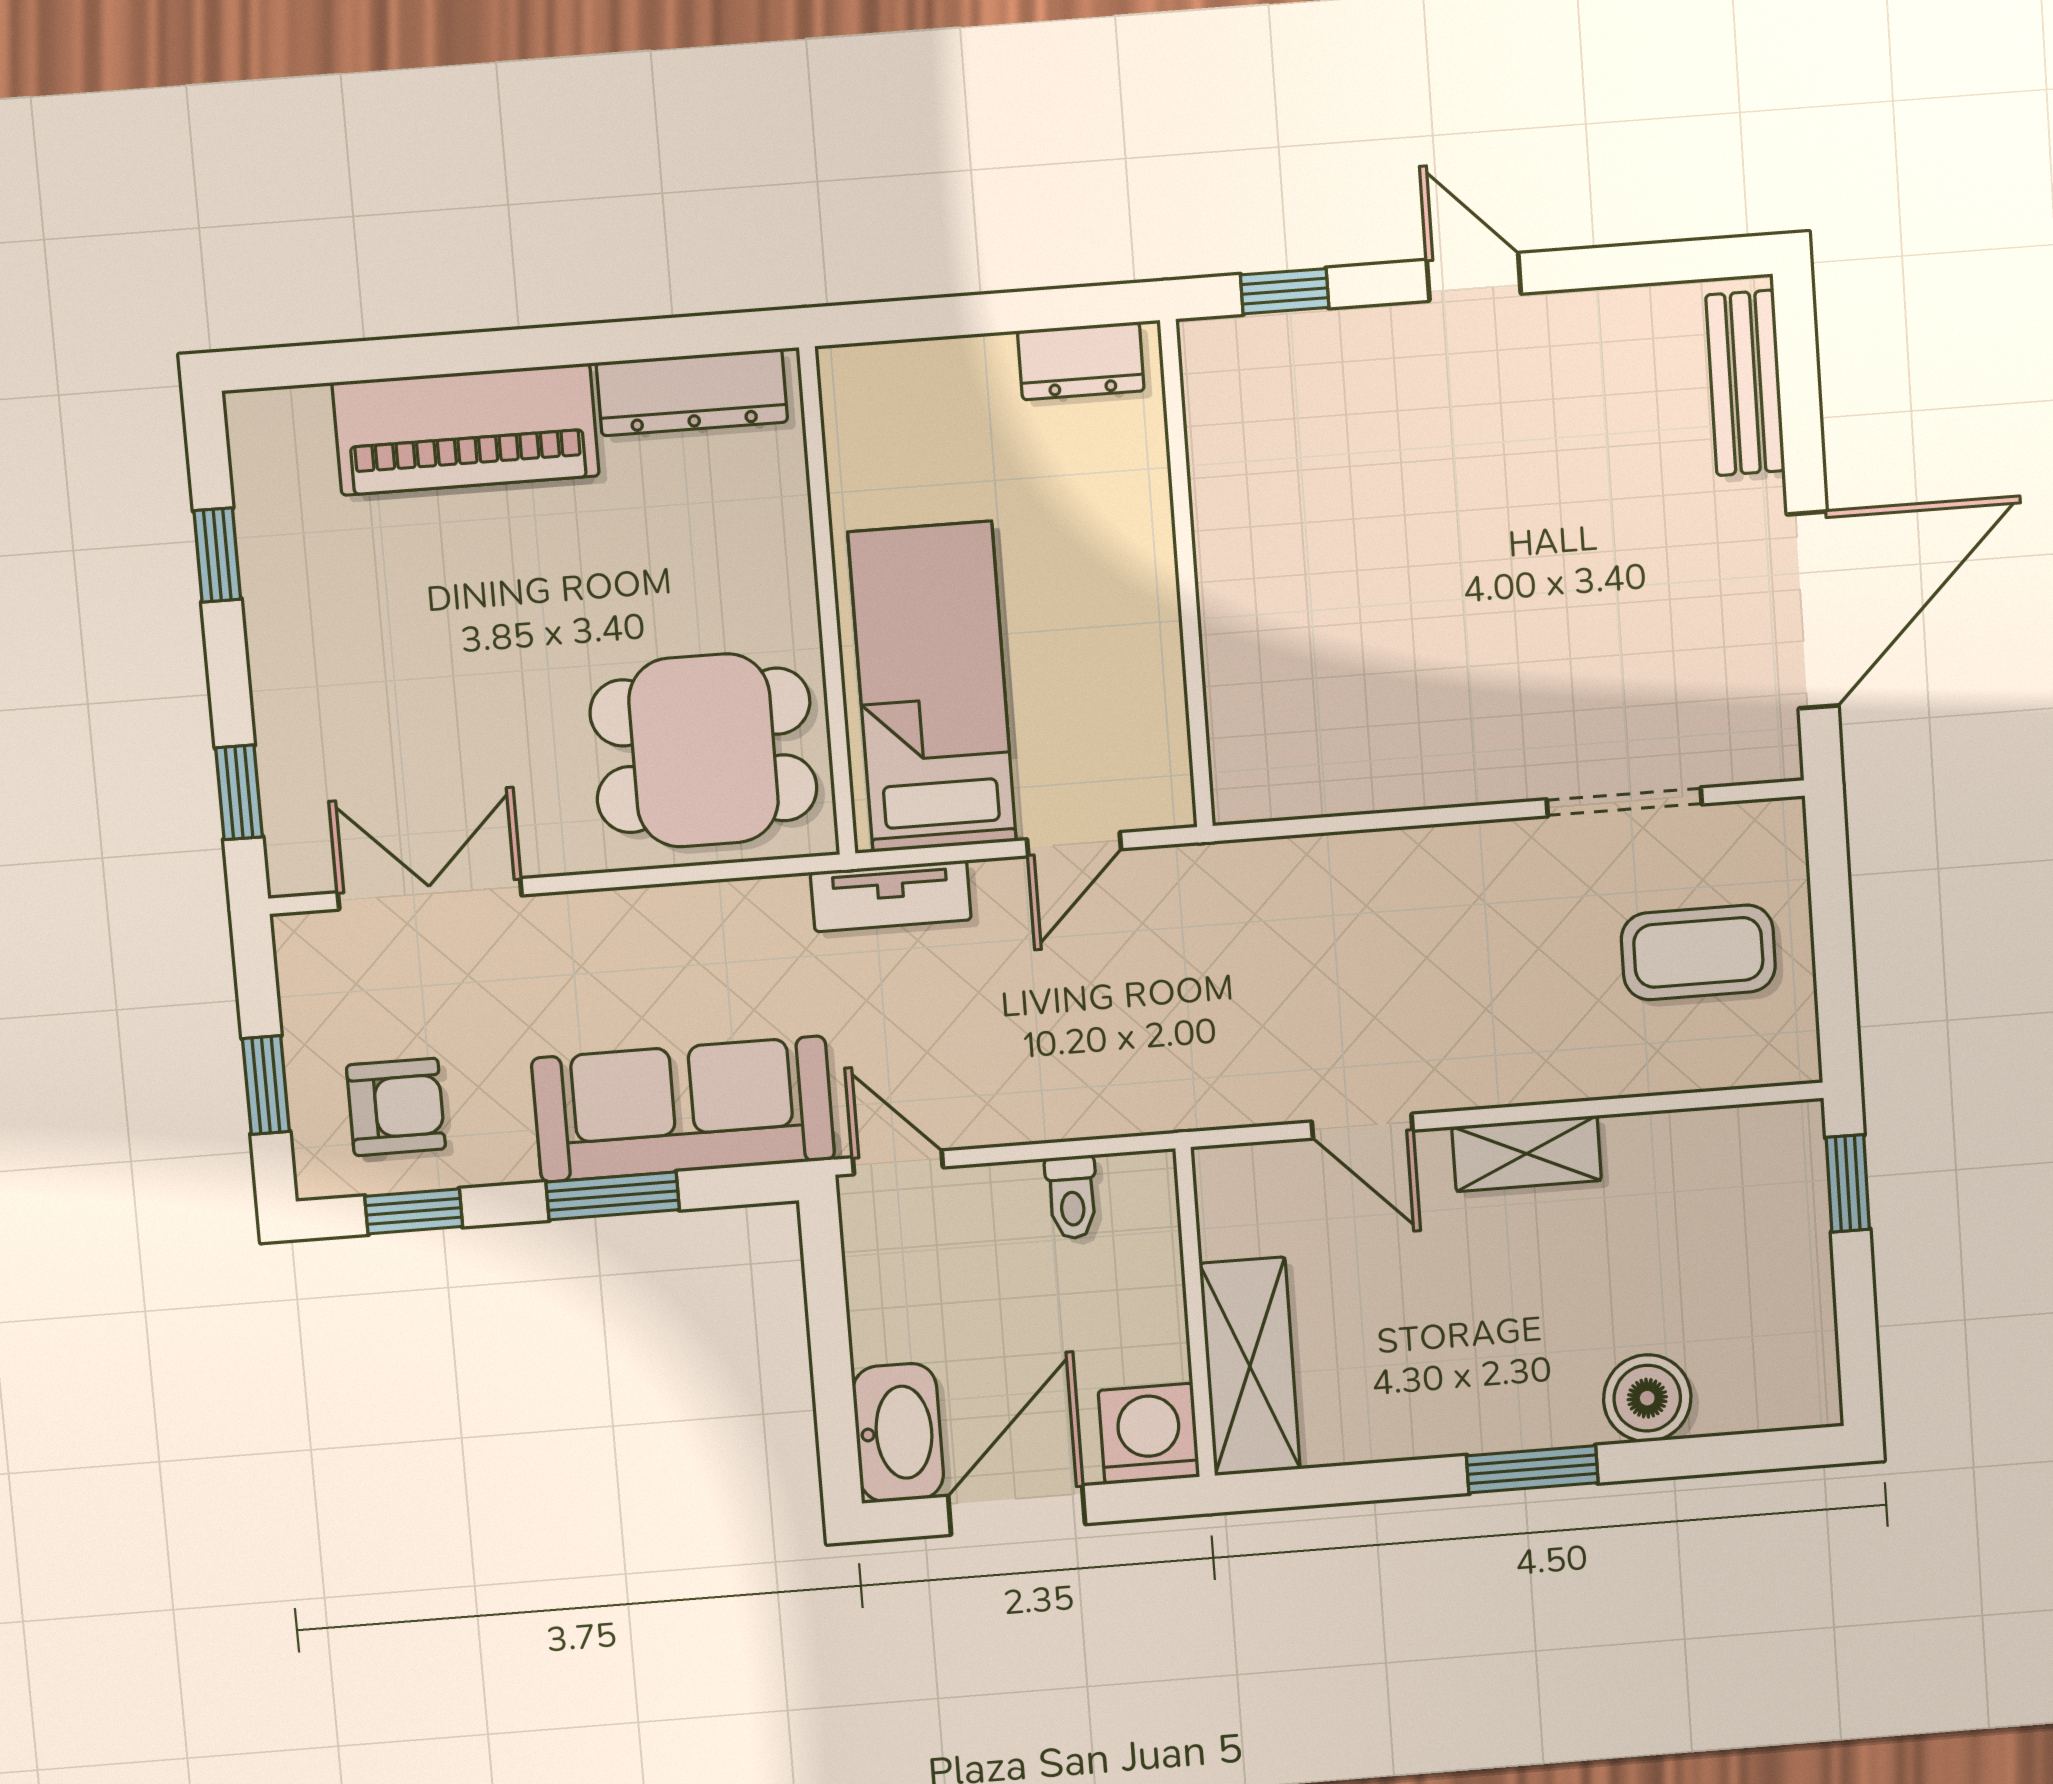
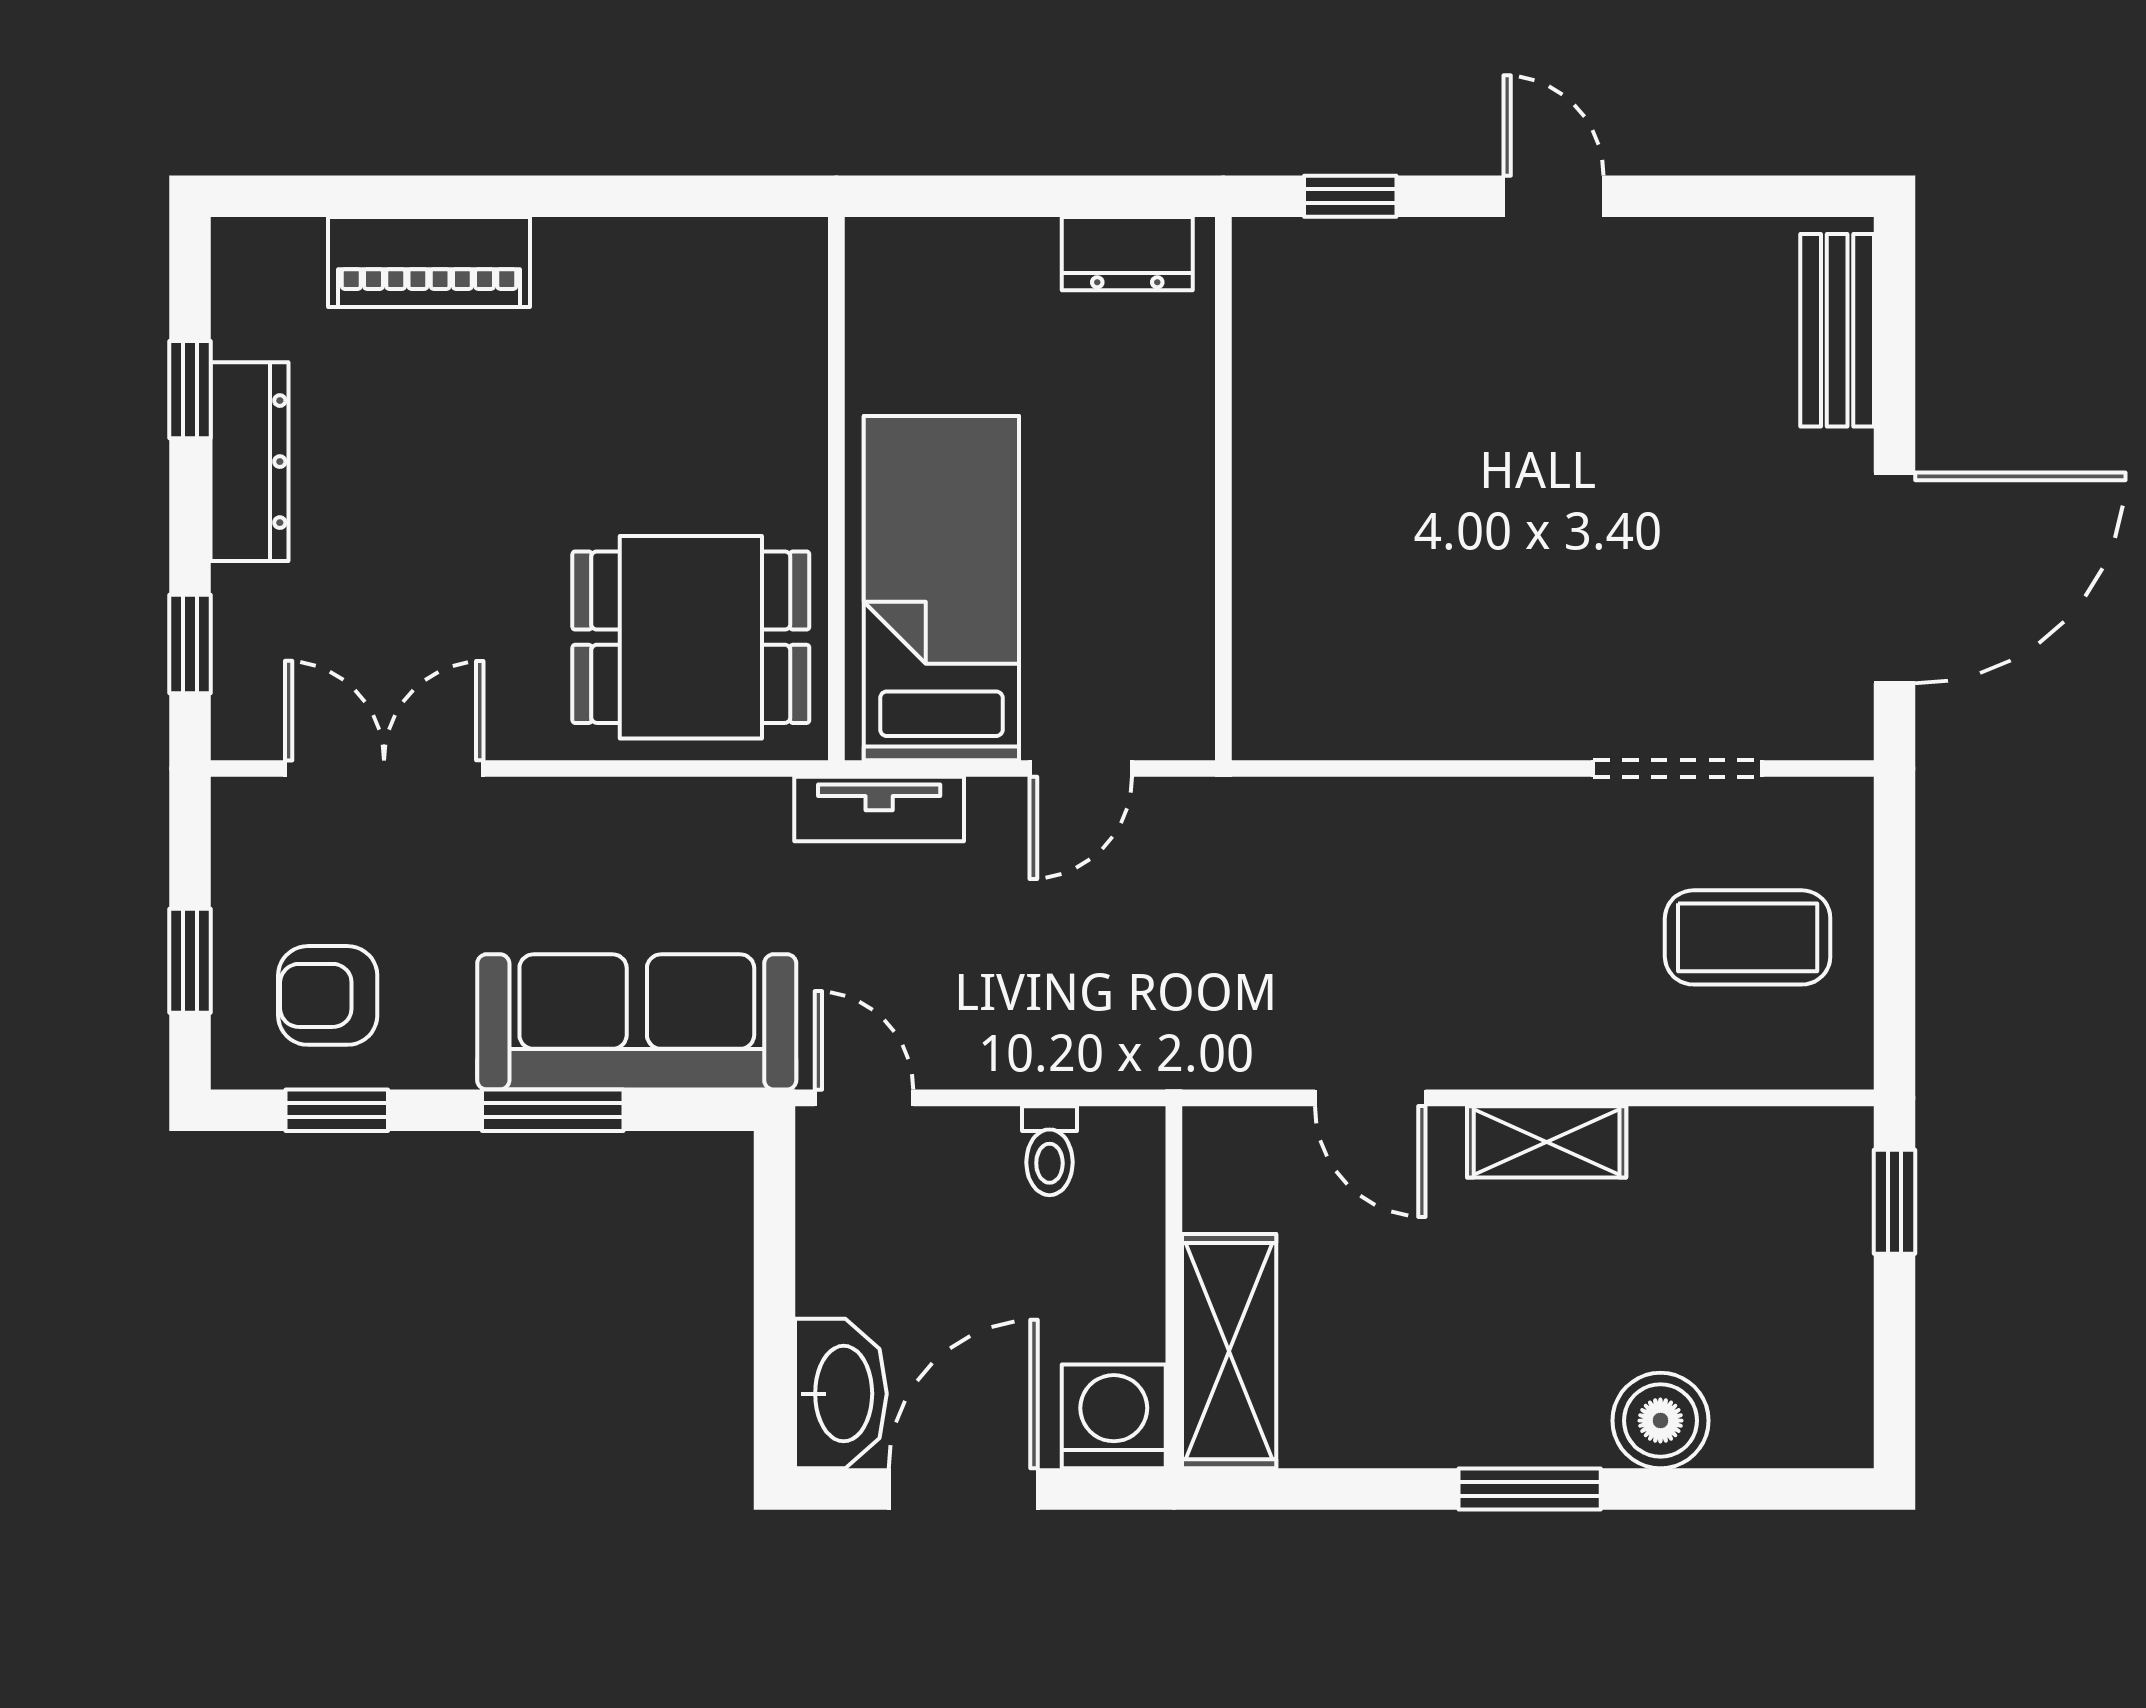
dresser: (692, 392) -> (249, 462), moved, turned -90
piano: (466, 429) -> (429, 262), width x0.73, depth x0.75
armchair: (396, 1107) -> (328, 995), turned 180

